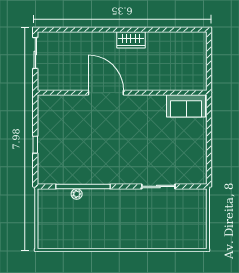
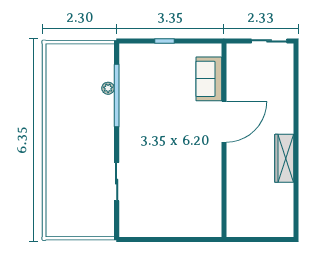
wardrobe: (131, 40) -> (284, 158), width x1.50
sofa: (186, 106) -> (209, 79), moved

